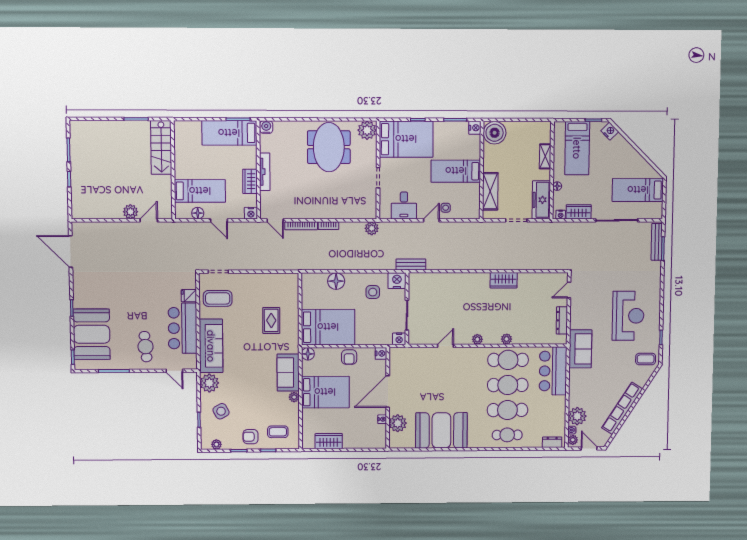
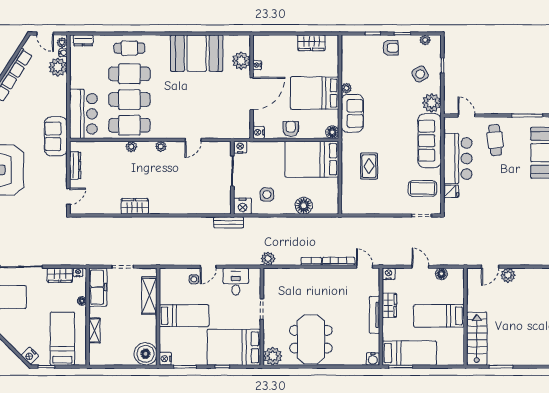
bed: (200, 191) -> (439, 316), moved
coffee table: (278, 432) -> (363, 53), removed

